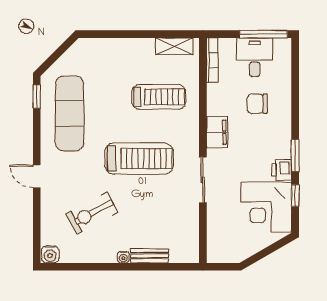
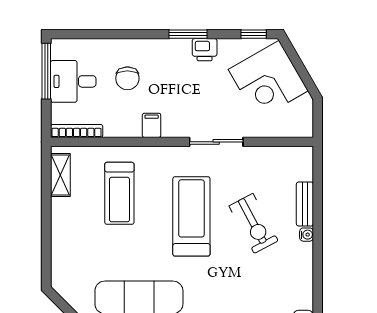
treadmill: (159, 97) -> (119, 193), turned 180
filing cabinet: (217, 132) -> (152, 125), width x0.50
window: (295, 196) -> (254, 34), moved
corner desk: (266, 207) -> (268, 80), moved, turned 60
exercise bike: (92, 213) -> (254, 223), moved

